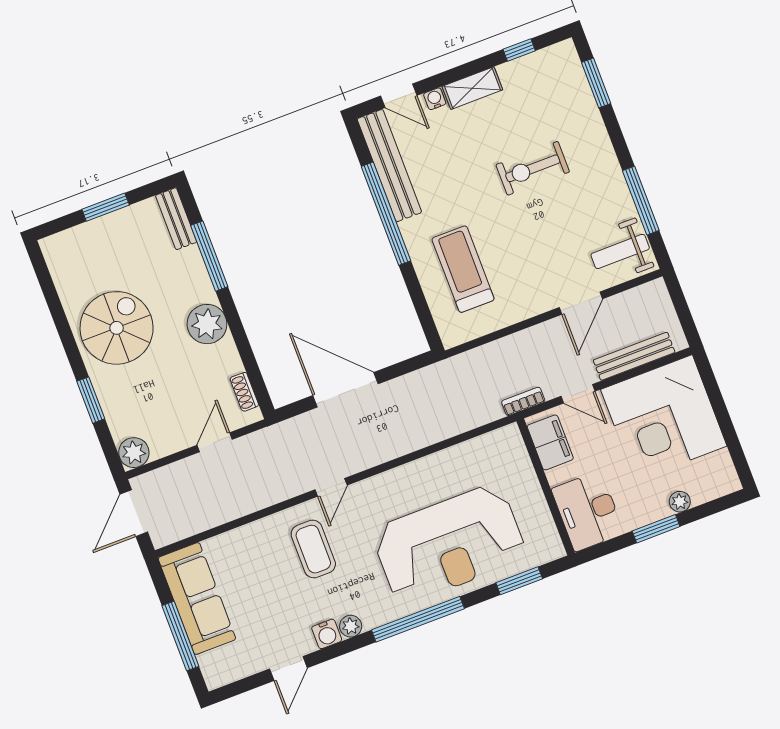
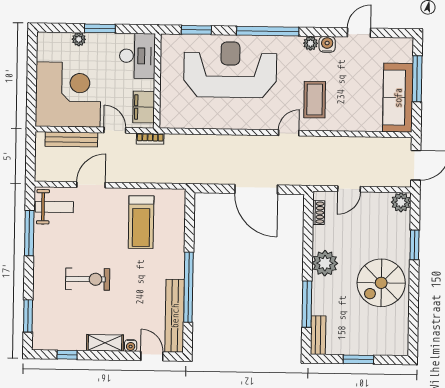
treadmill: (463, 269) -> (141, 222), moved

